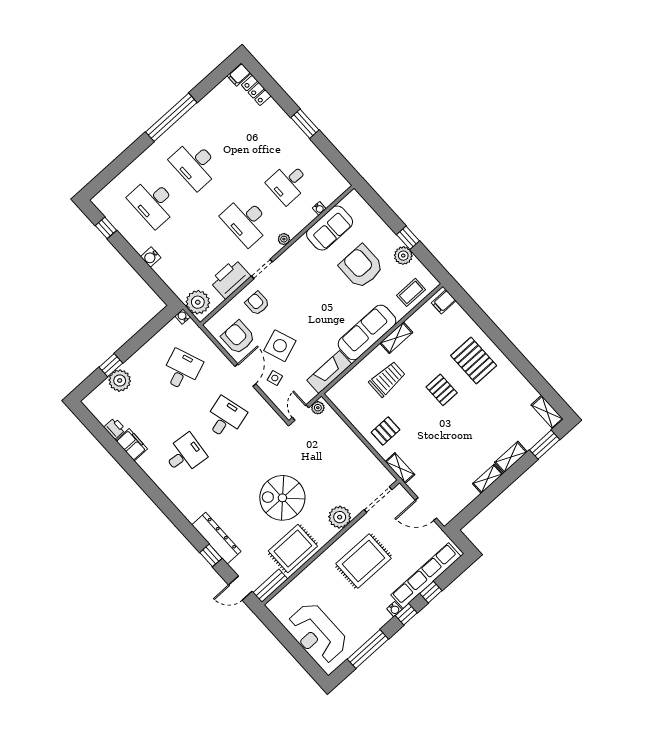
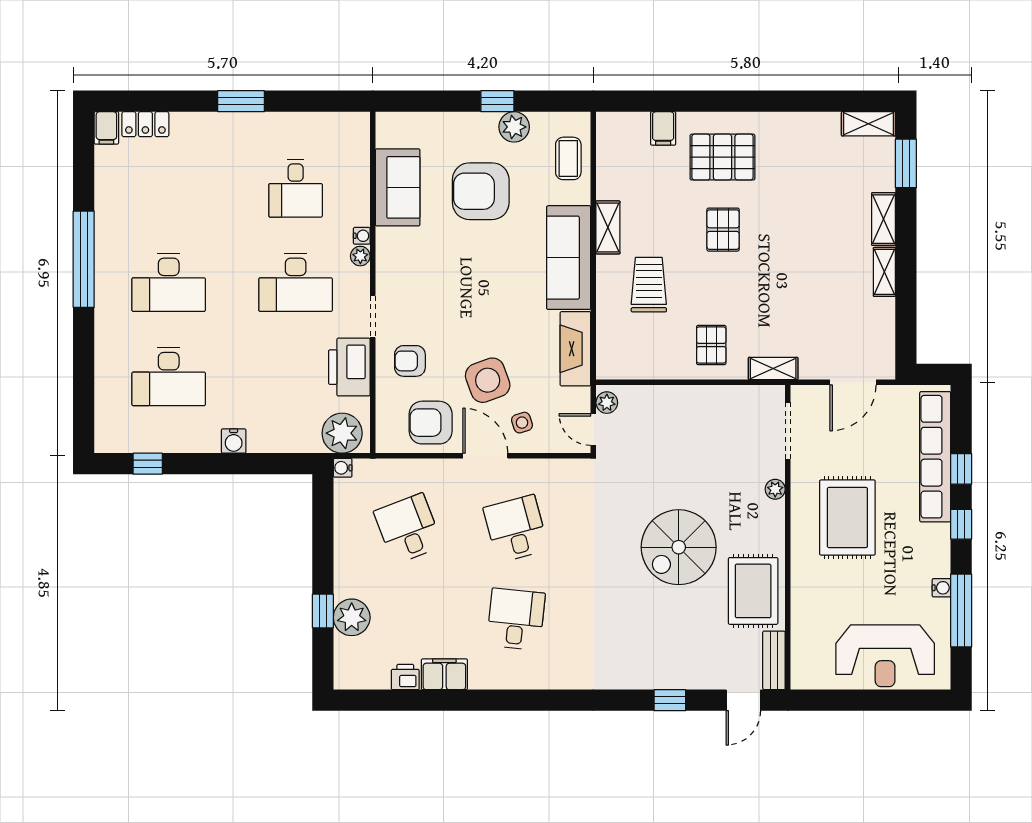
water cooler: (319, 208) -> (362, 236), moved
filing cabinet: (444, 302) -> (663, 128), moved
pallet: (442, 390) -> (723, 230), turned 90
plant: (340, 517) -> (775, 489), width x0.53, depth x0.53
dresser: (216, 538) -> (655, 674), removed
water cooler: (394, 609) -> (941, 588), moved

